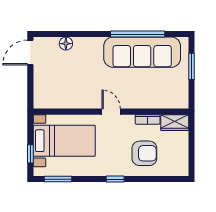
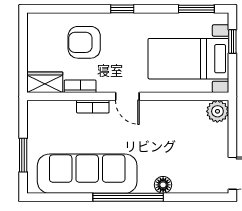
window: (138, 34) -> (128, 197), moved
floor lamp: (66, 44) -> (163, 185), moved
plant: (42, 100) -> (217, 111), added
bookcase: (138, 104) -> (93, 107), added

